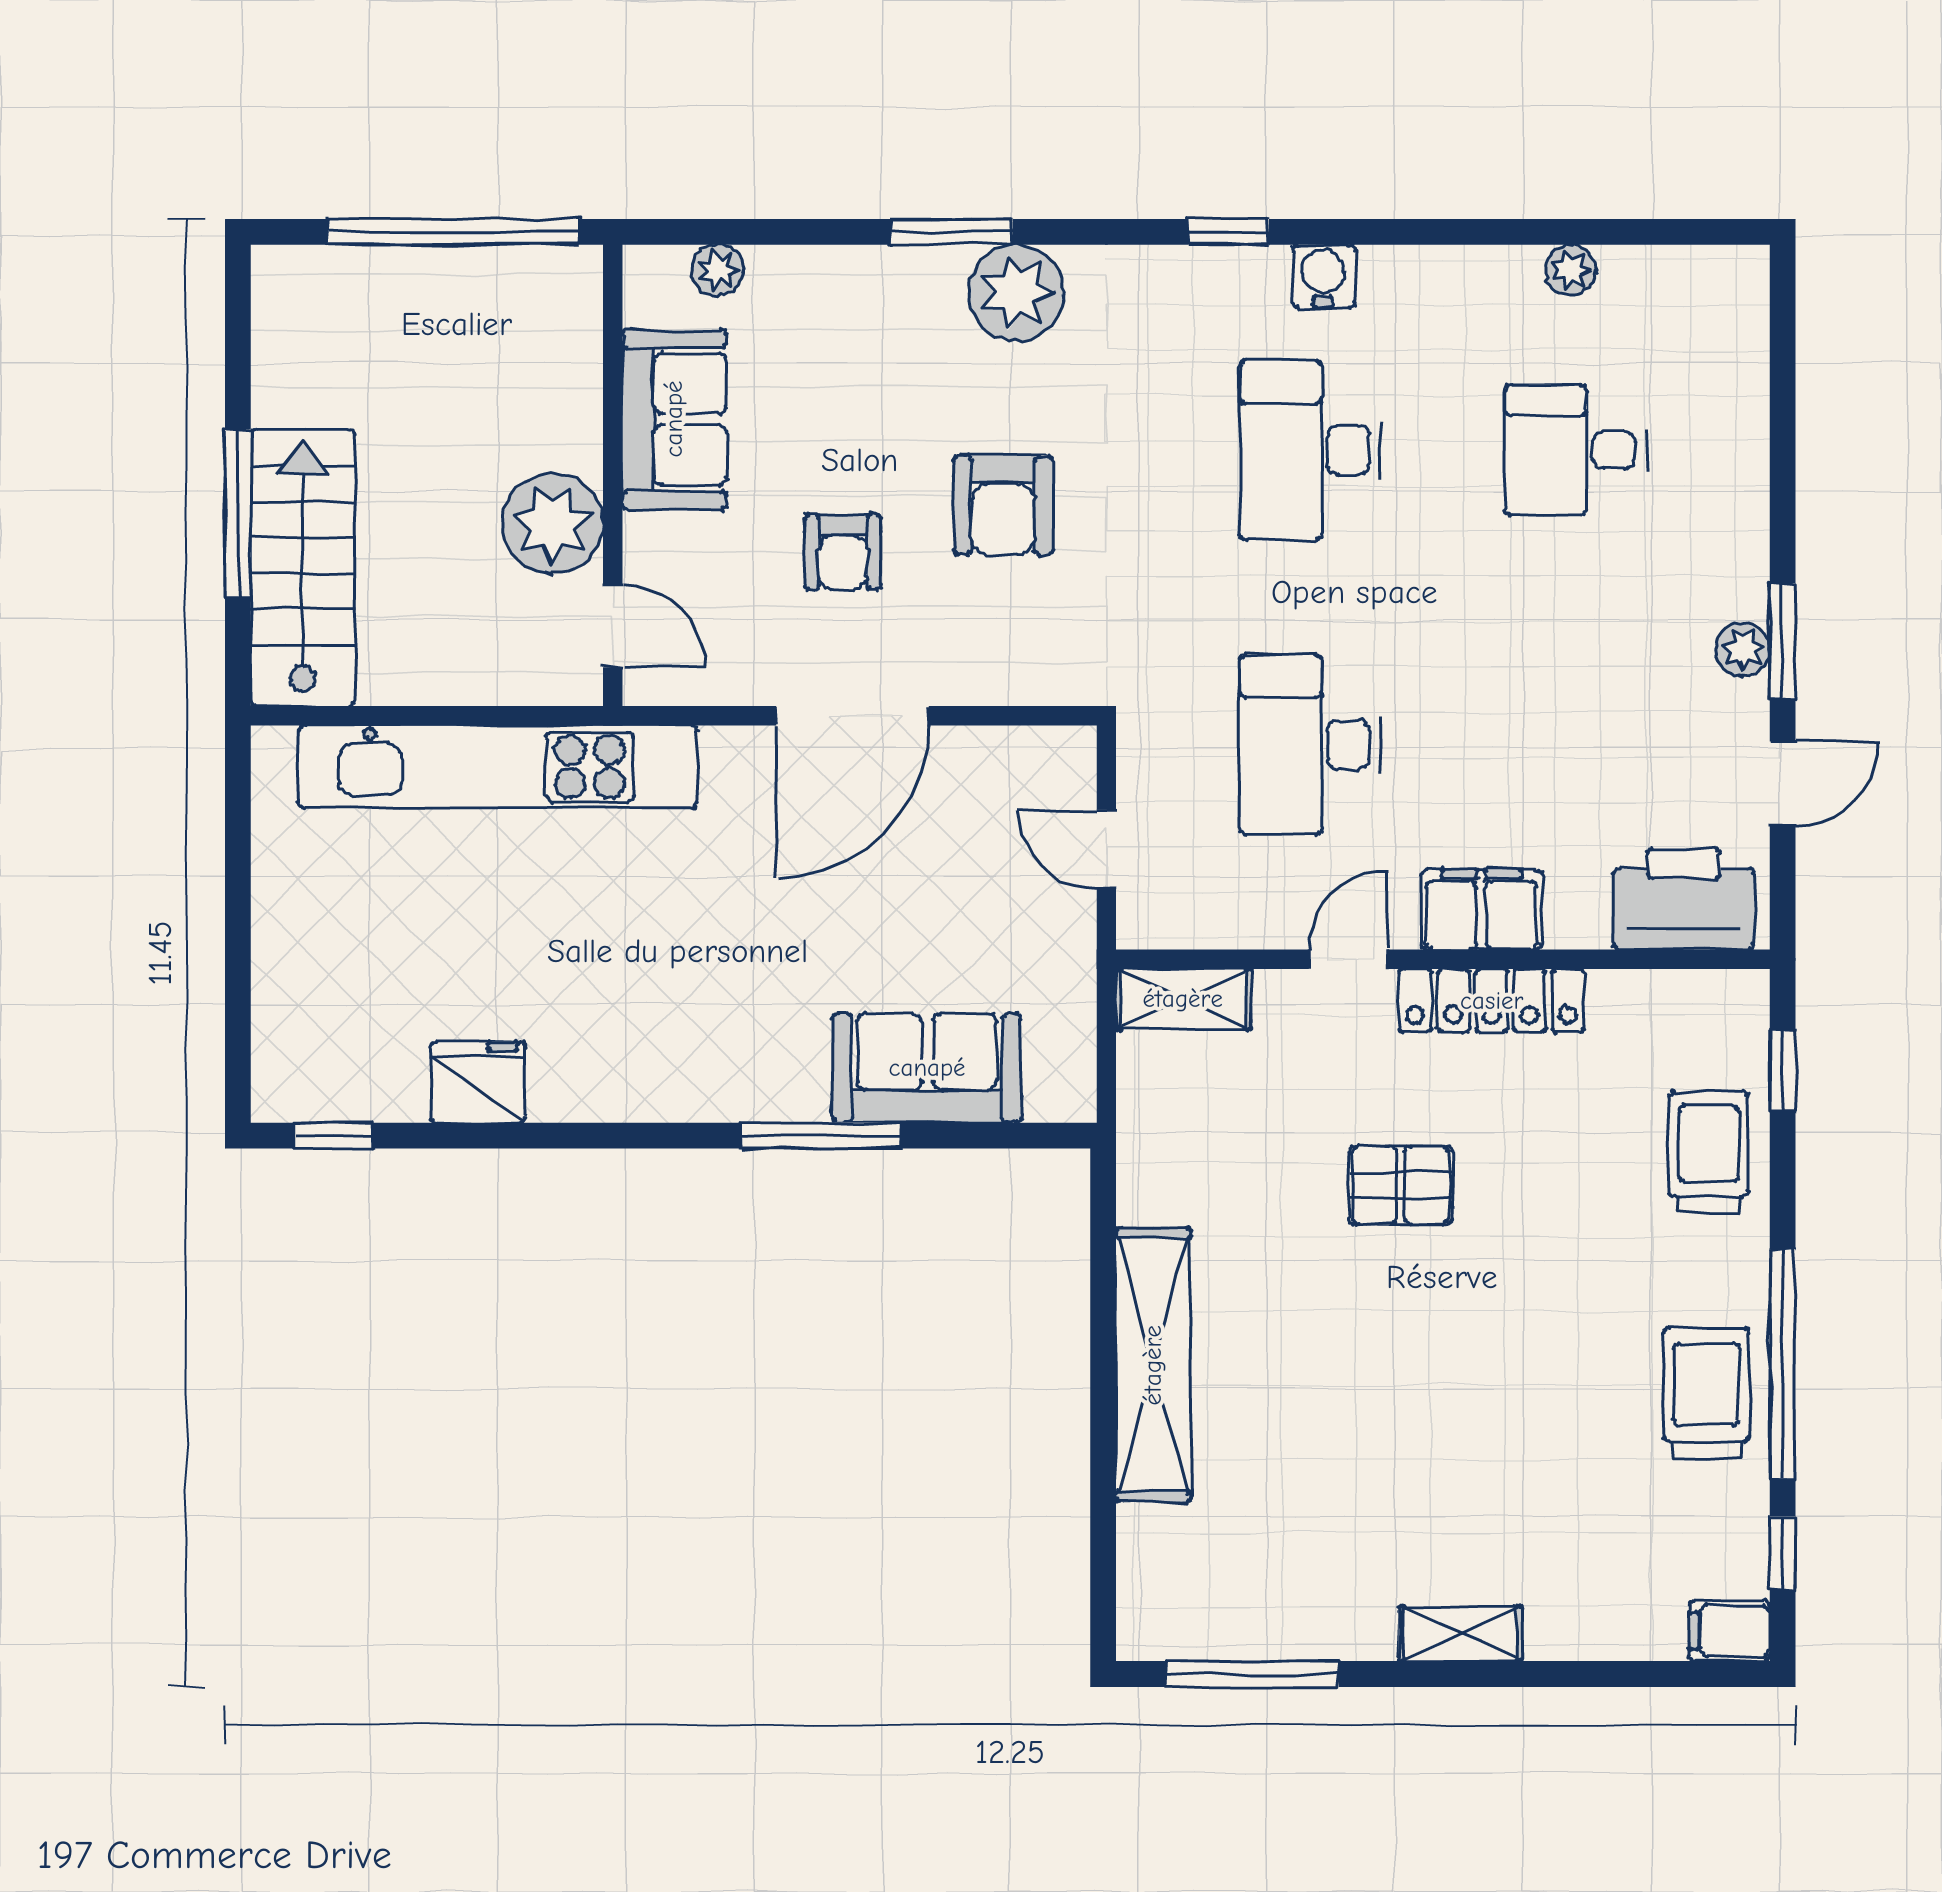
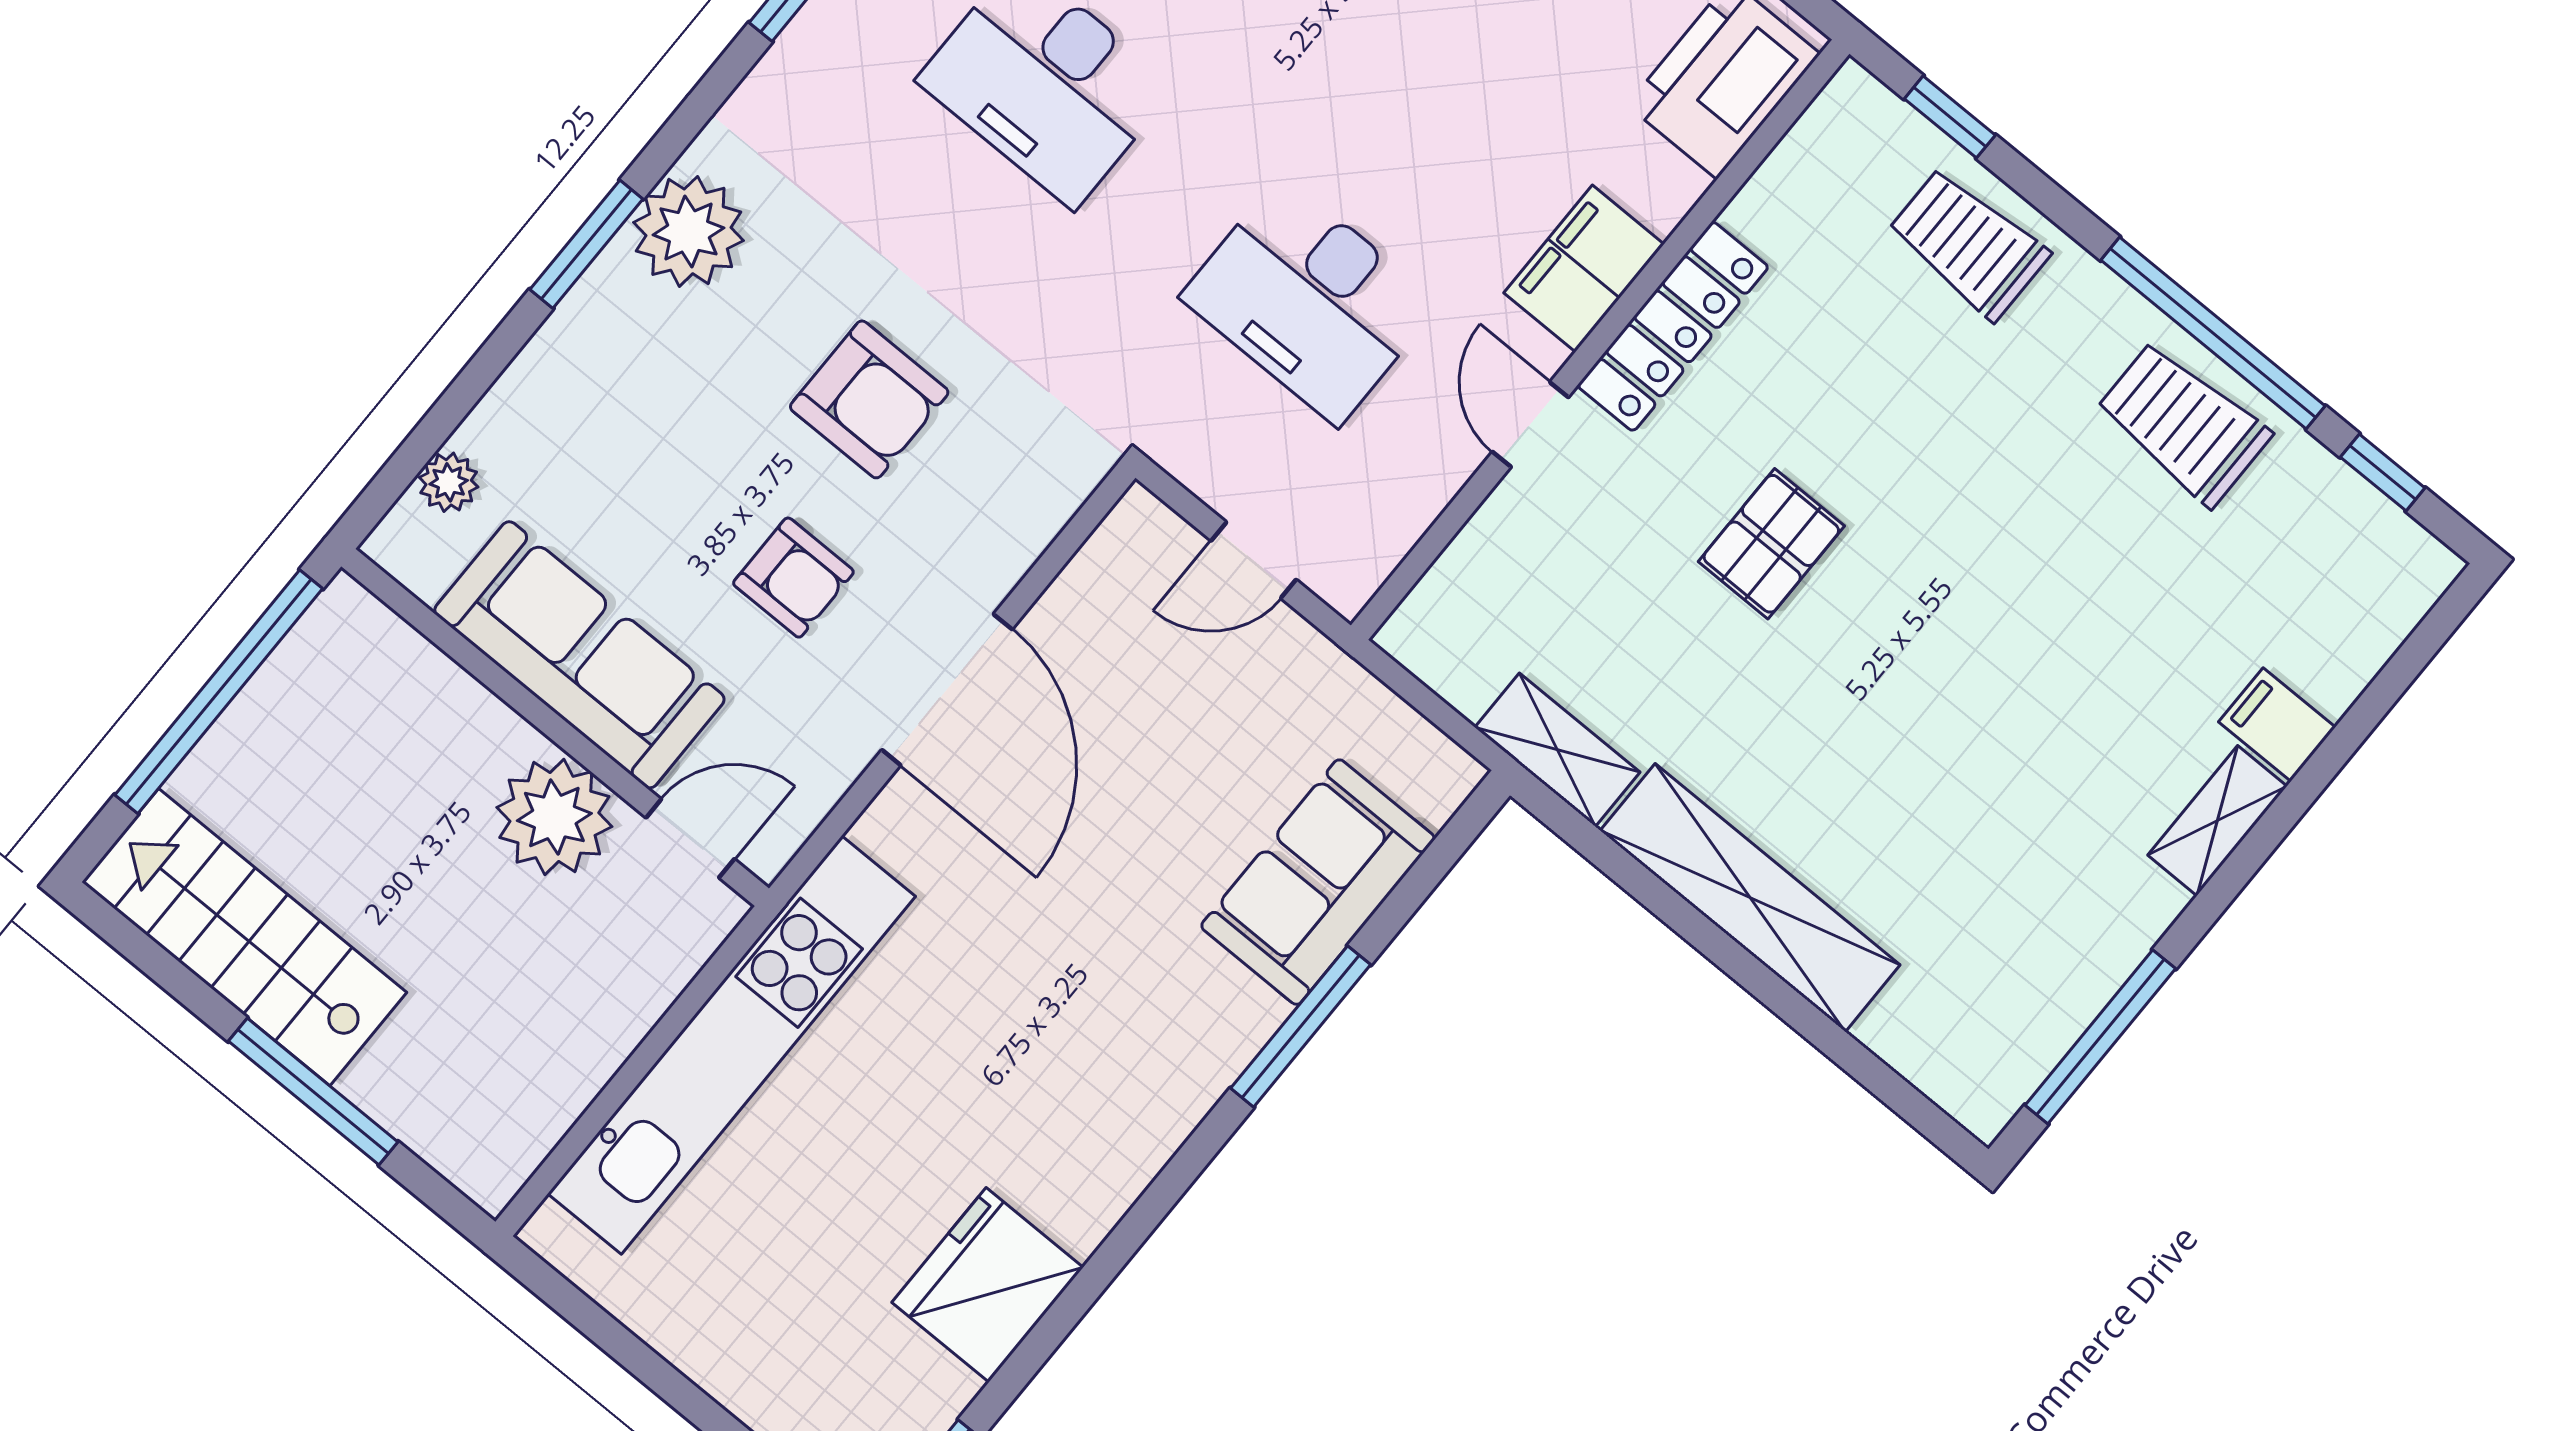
sofa: (674, 419) -> (579, 655), width x1.36
stairs: (303, 568) -> (244, 937), moved
shelving: (1183, 999) -> (1557, 750), moved, turned 90
fridge: (478, 1082) -> (988, 1285), width x1.36, depth x1.34
filing cabinet: (1729, 1631) -> (2277, 725), moved, turned 90

